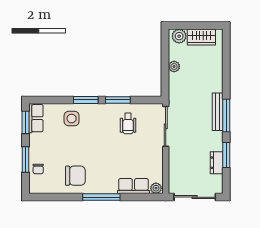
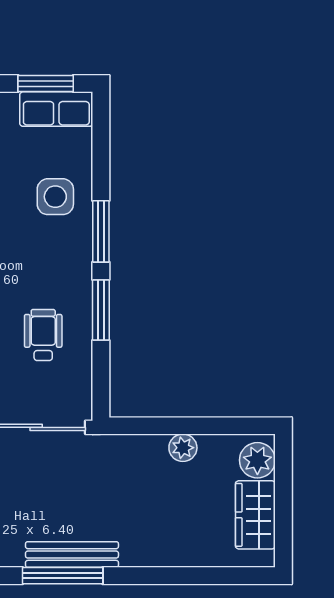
wheelchair: (128, 124) -> (43, 335), turned 90

